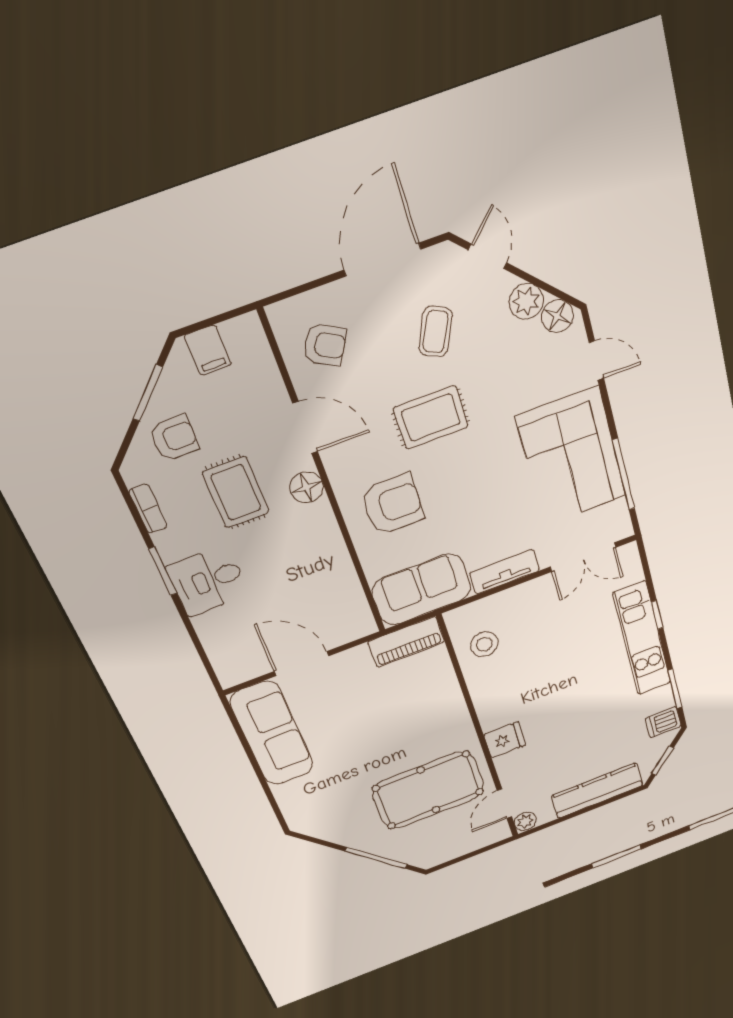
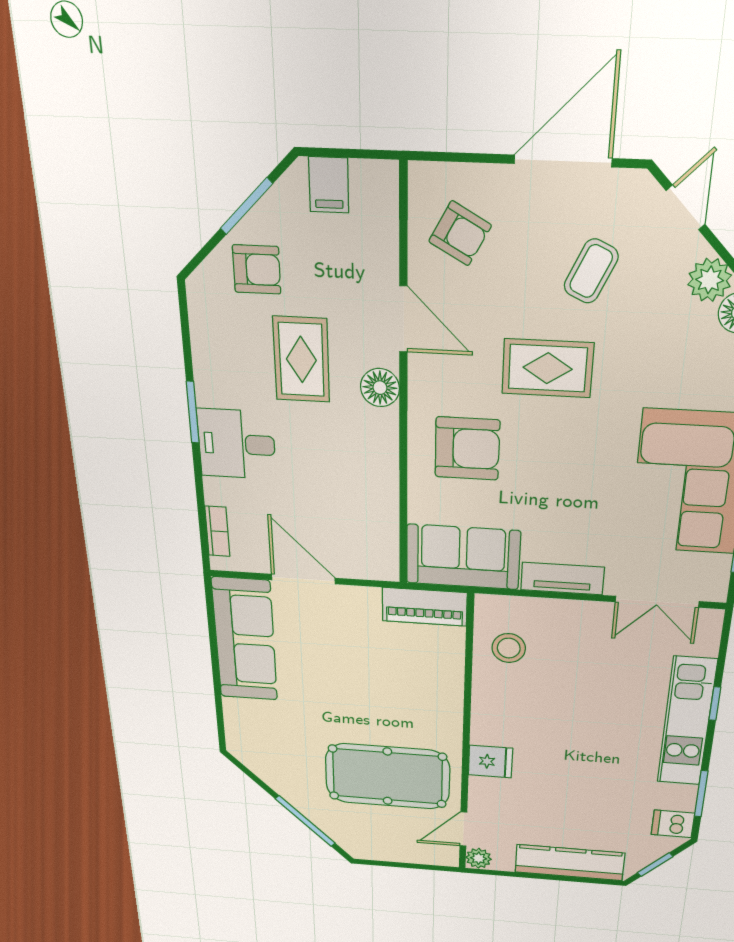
bookcase: (148, 509) -> (217, 531), moved

